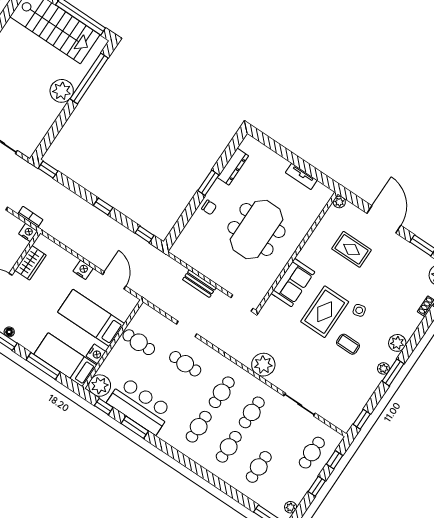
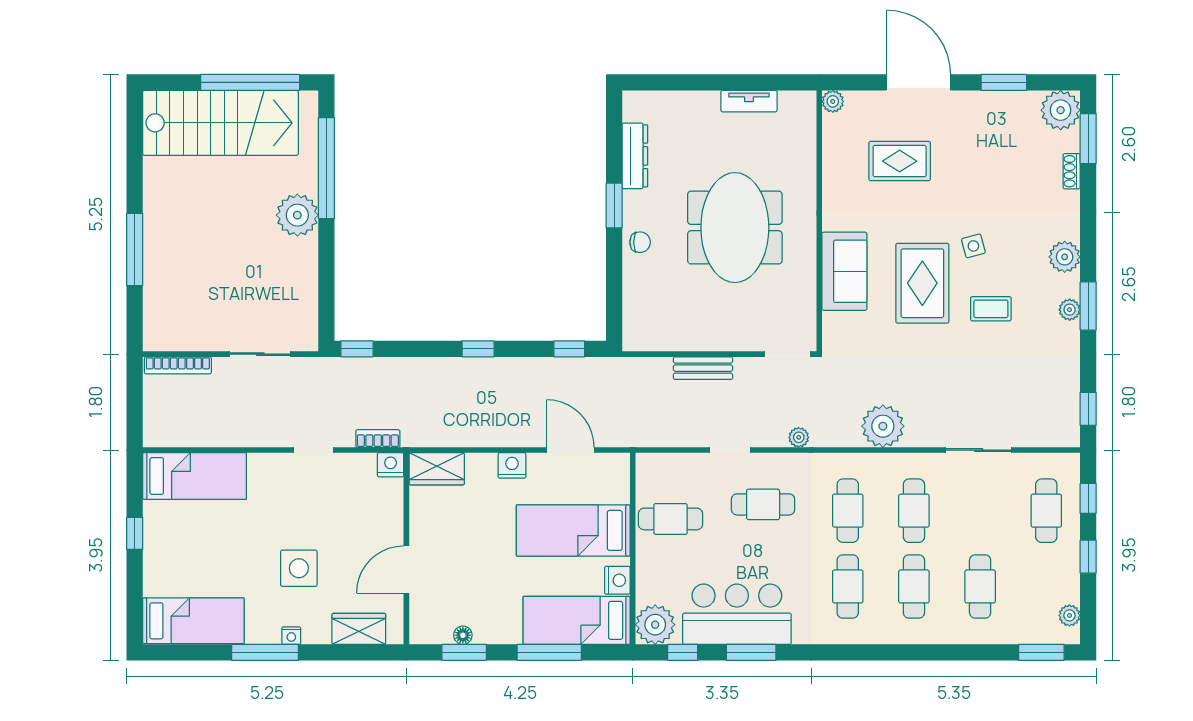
wardrobe: (31, 263) -> (437, 469), moved, turned 90
plant: (222, 344) -> (799, 437), added

